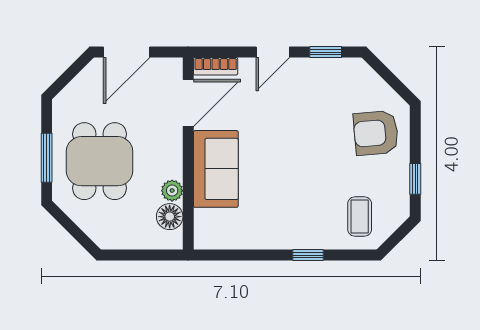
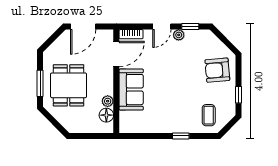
plant: (304, 68) -> (179, 35), added

